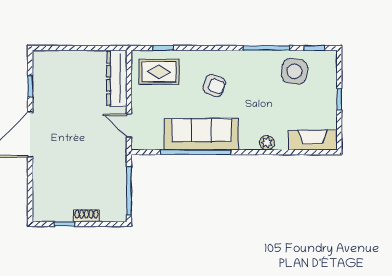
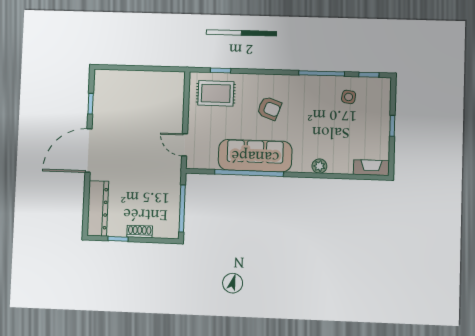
side table: (294, 71) -> (349, 97), width x0.54, depth x0.54
dresser: (117, 78) -> (98, 208), moved, turned 180
fireplace: (313, 140) -> (371, 168), width x0.73, depth x0.76

